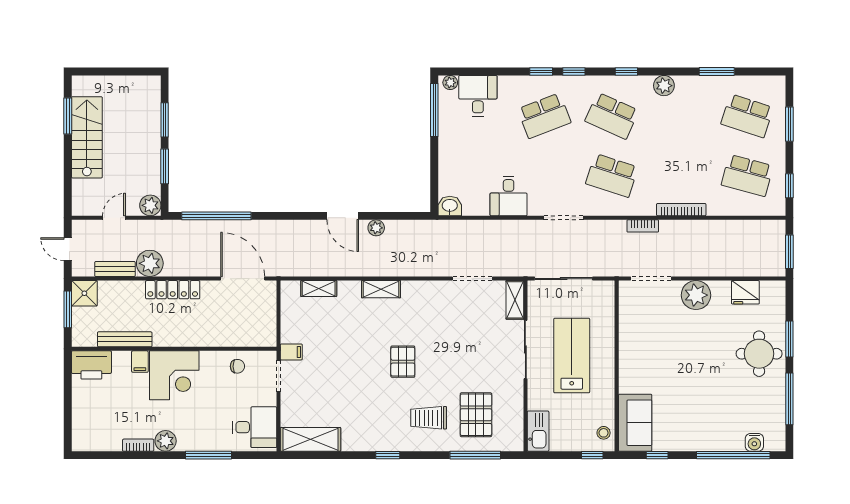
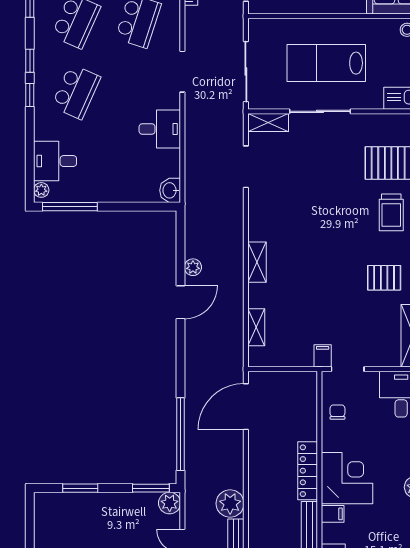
school desk: (544, 116) -> (76, 92), turned 45
window: (165, 166) -> (151, 488), moved
locker: (173, 290) -> (308, 471), moved, turned 180
pallet: (403, 362) -> (384, 278), moved

